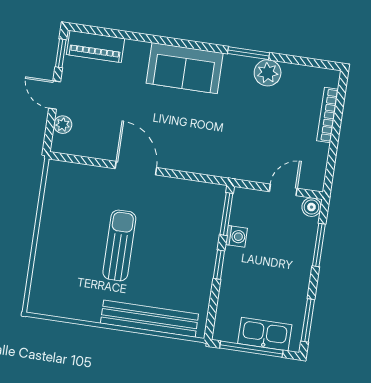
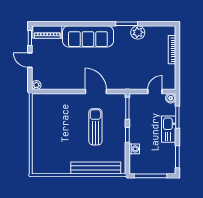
sofa: (185, 68) -> (88, 36), width x1.36
plant: (63, 125) -> (36, 85), moved
door: (136, 168) -> (96, 92), moved
washing machine: (236, 236) -> (134, 149), moved
sun lounger: (119, 245) -> (95, 127), moved
kitchen sink: (265, 334) -> (169, 129), moved, turned -90

